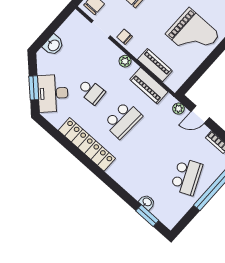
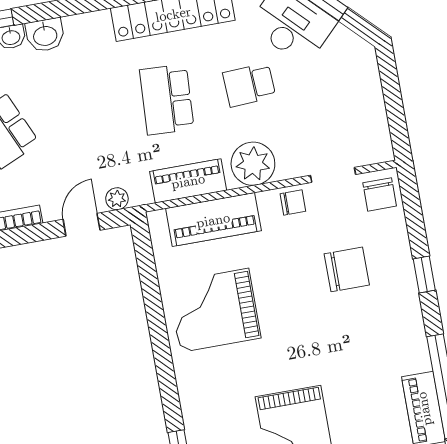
washbasin: (53, 45) -> (45, 35), moved, turned -90
plant: (125, 61) -> (253, 164), width x1.88, depth x1.88
piano: (155, 65) -> (213, 220), width x1.37, depth x1.33

